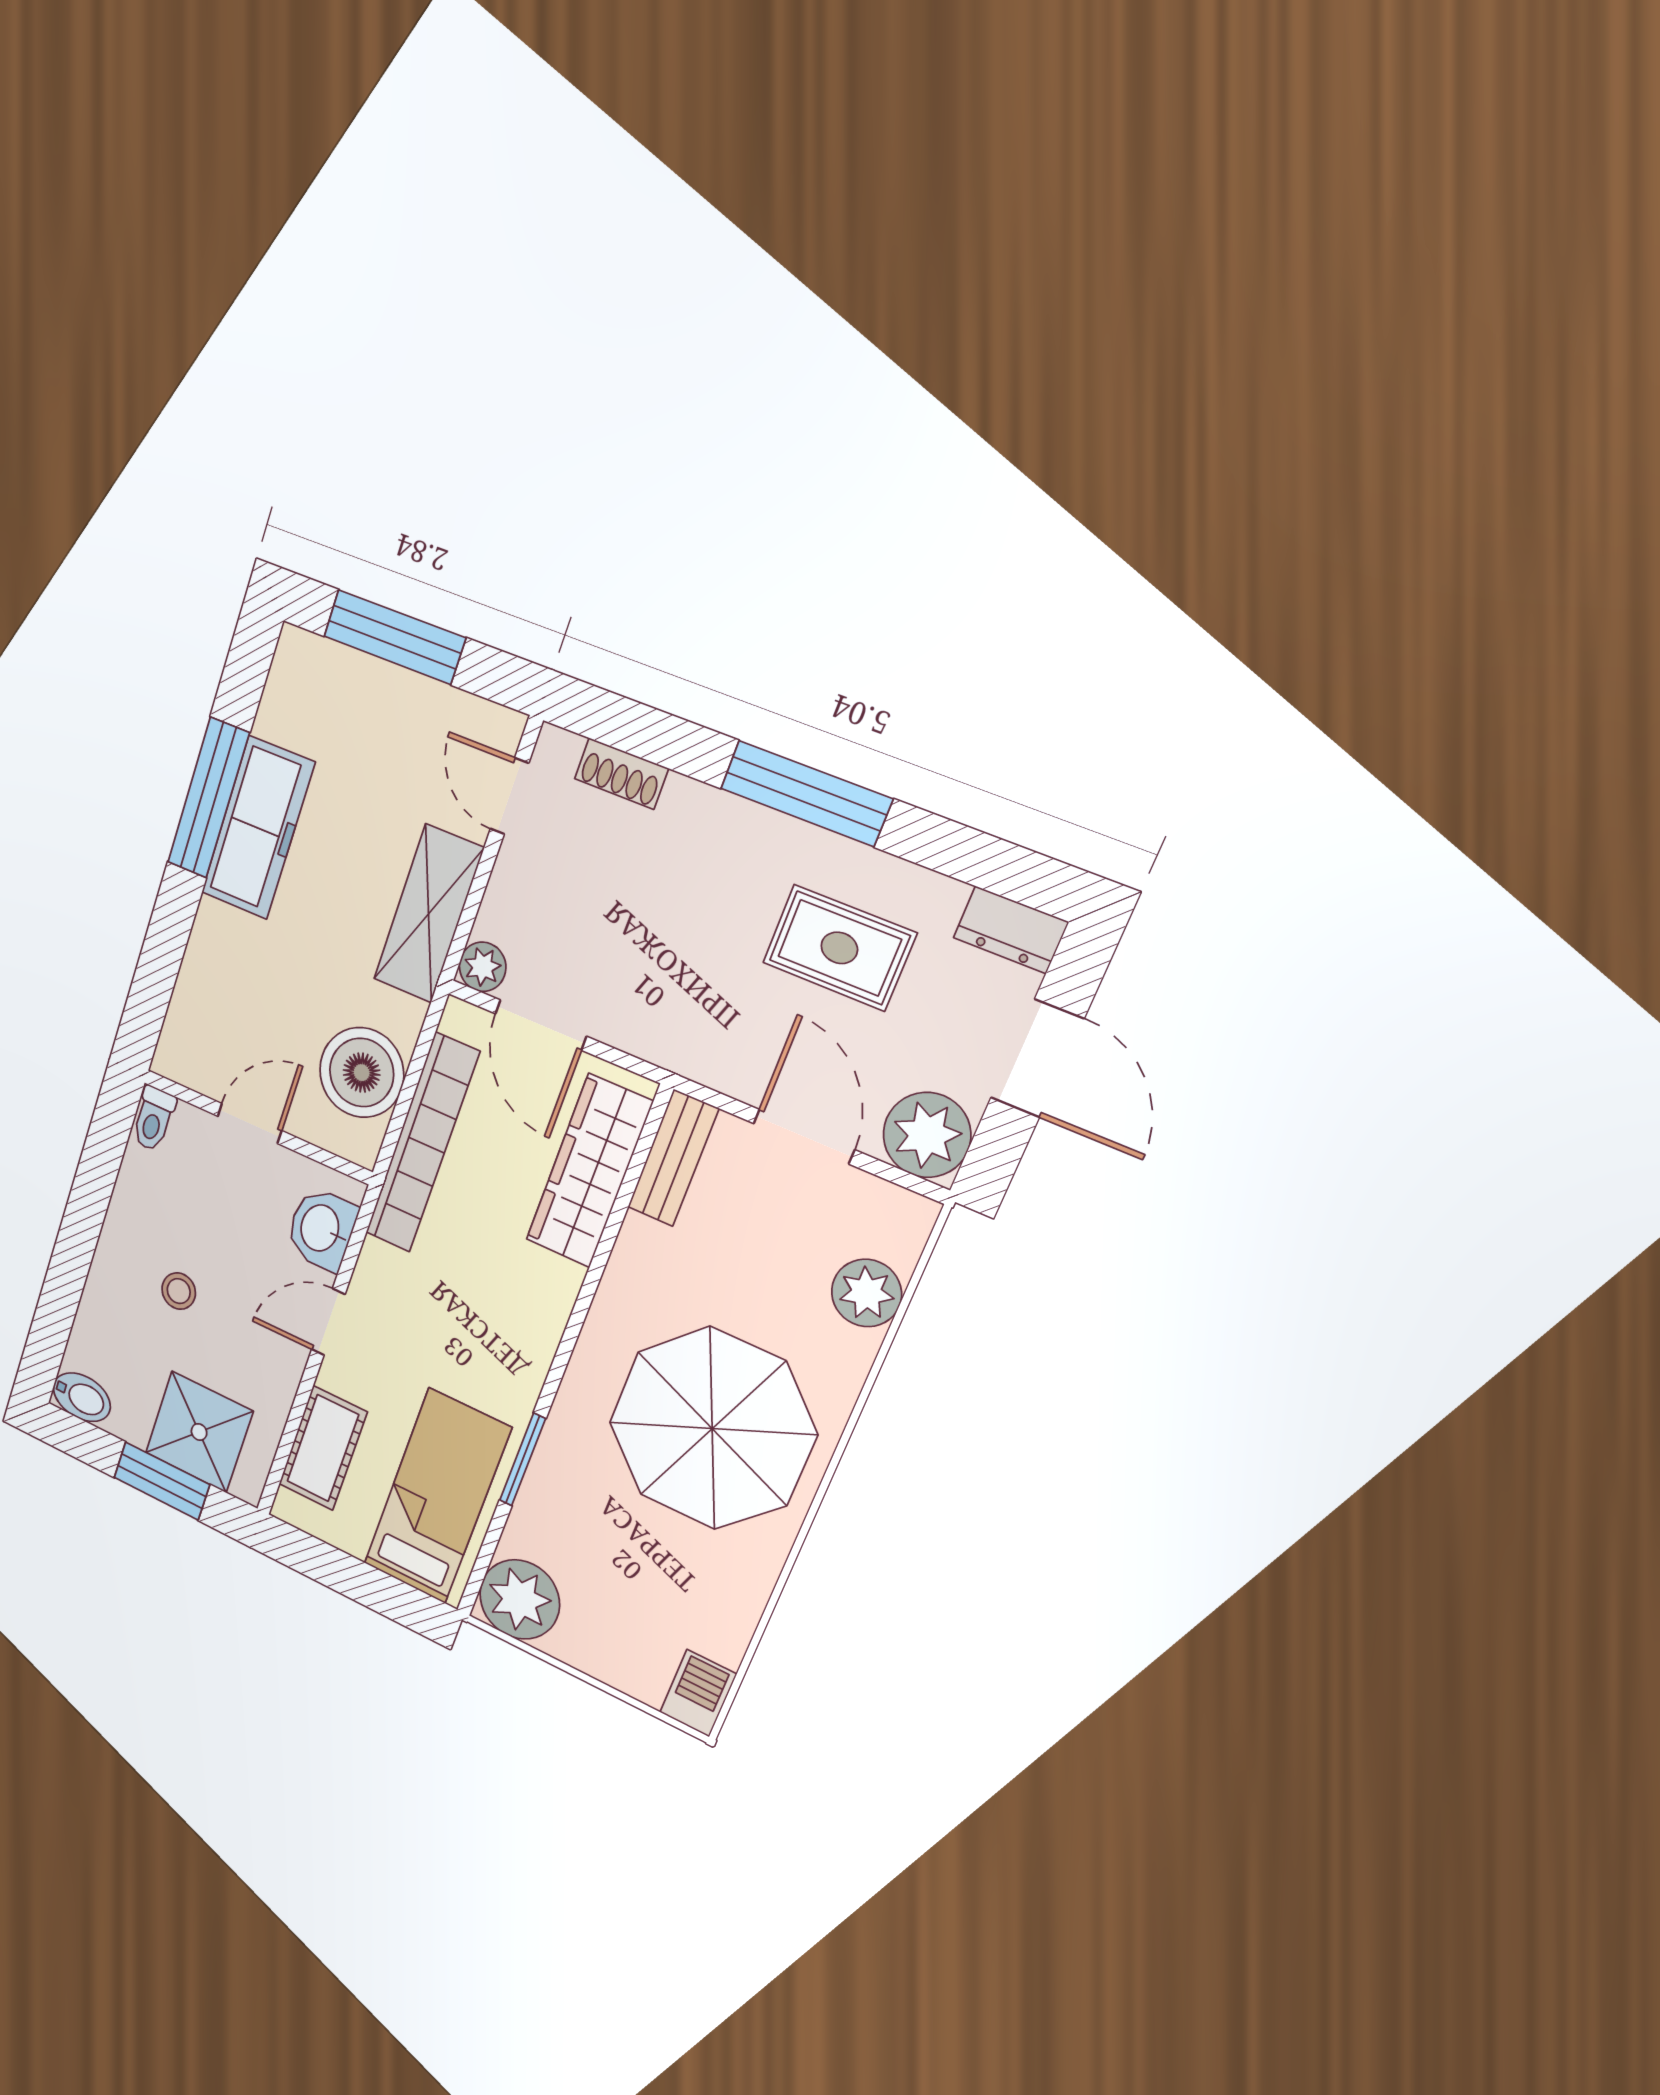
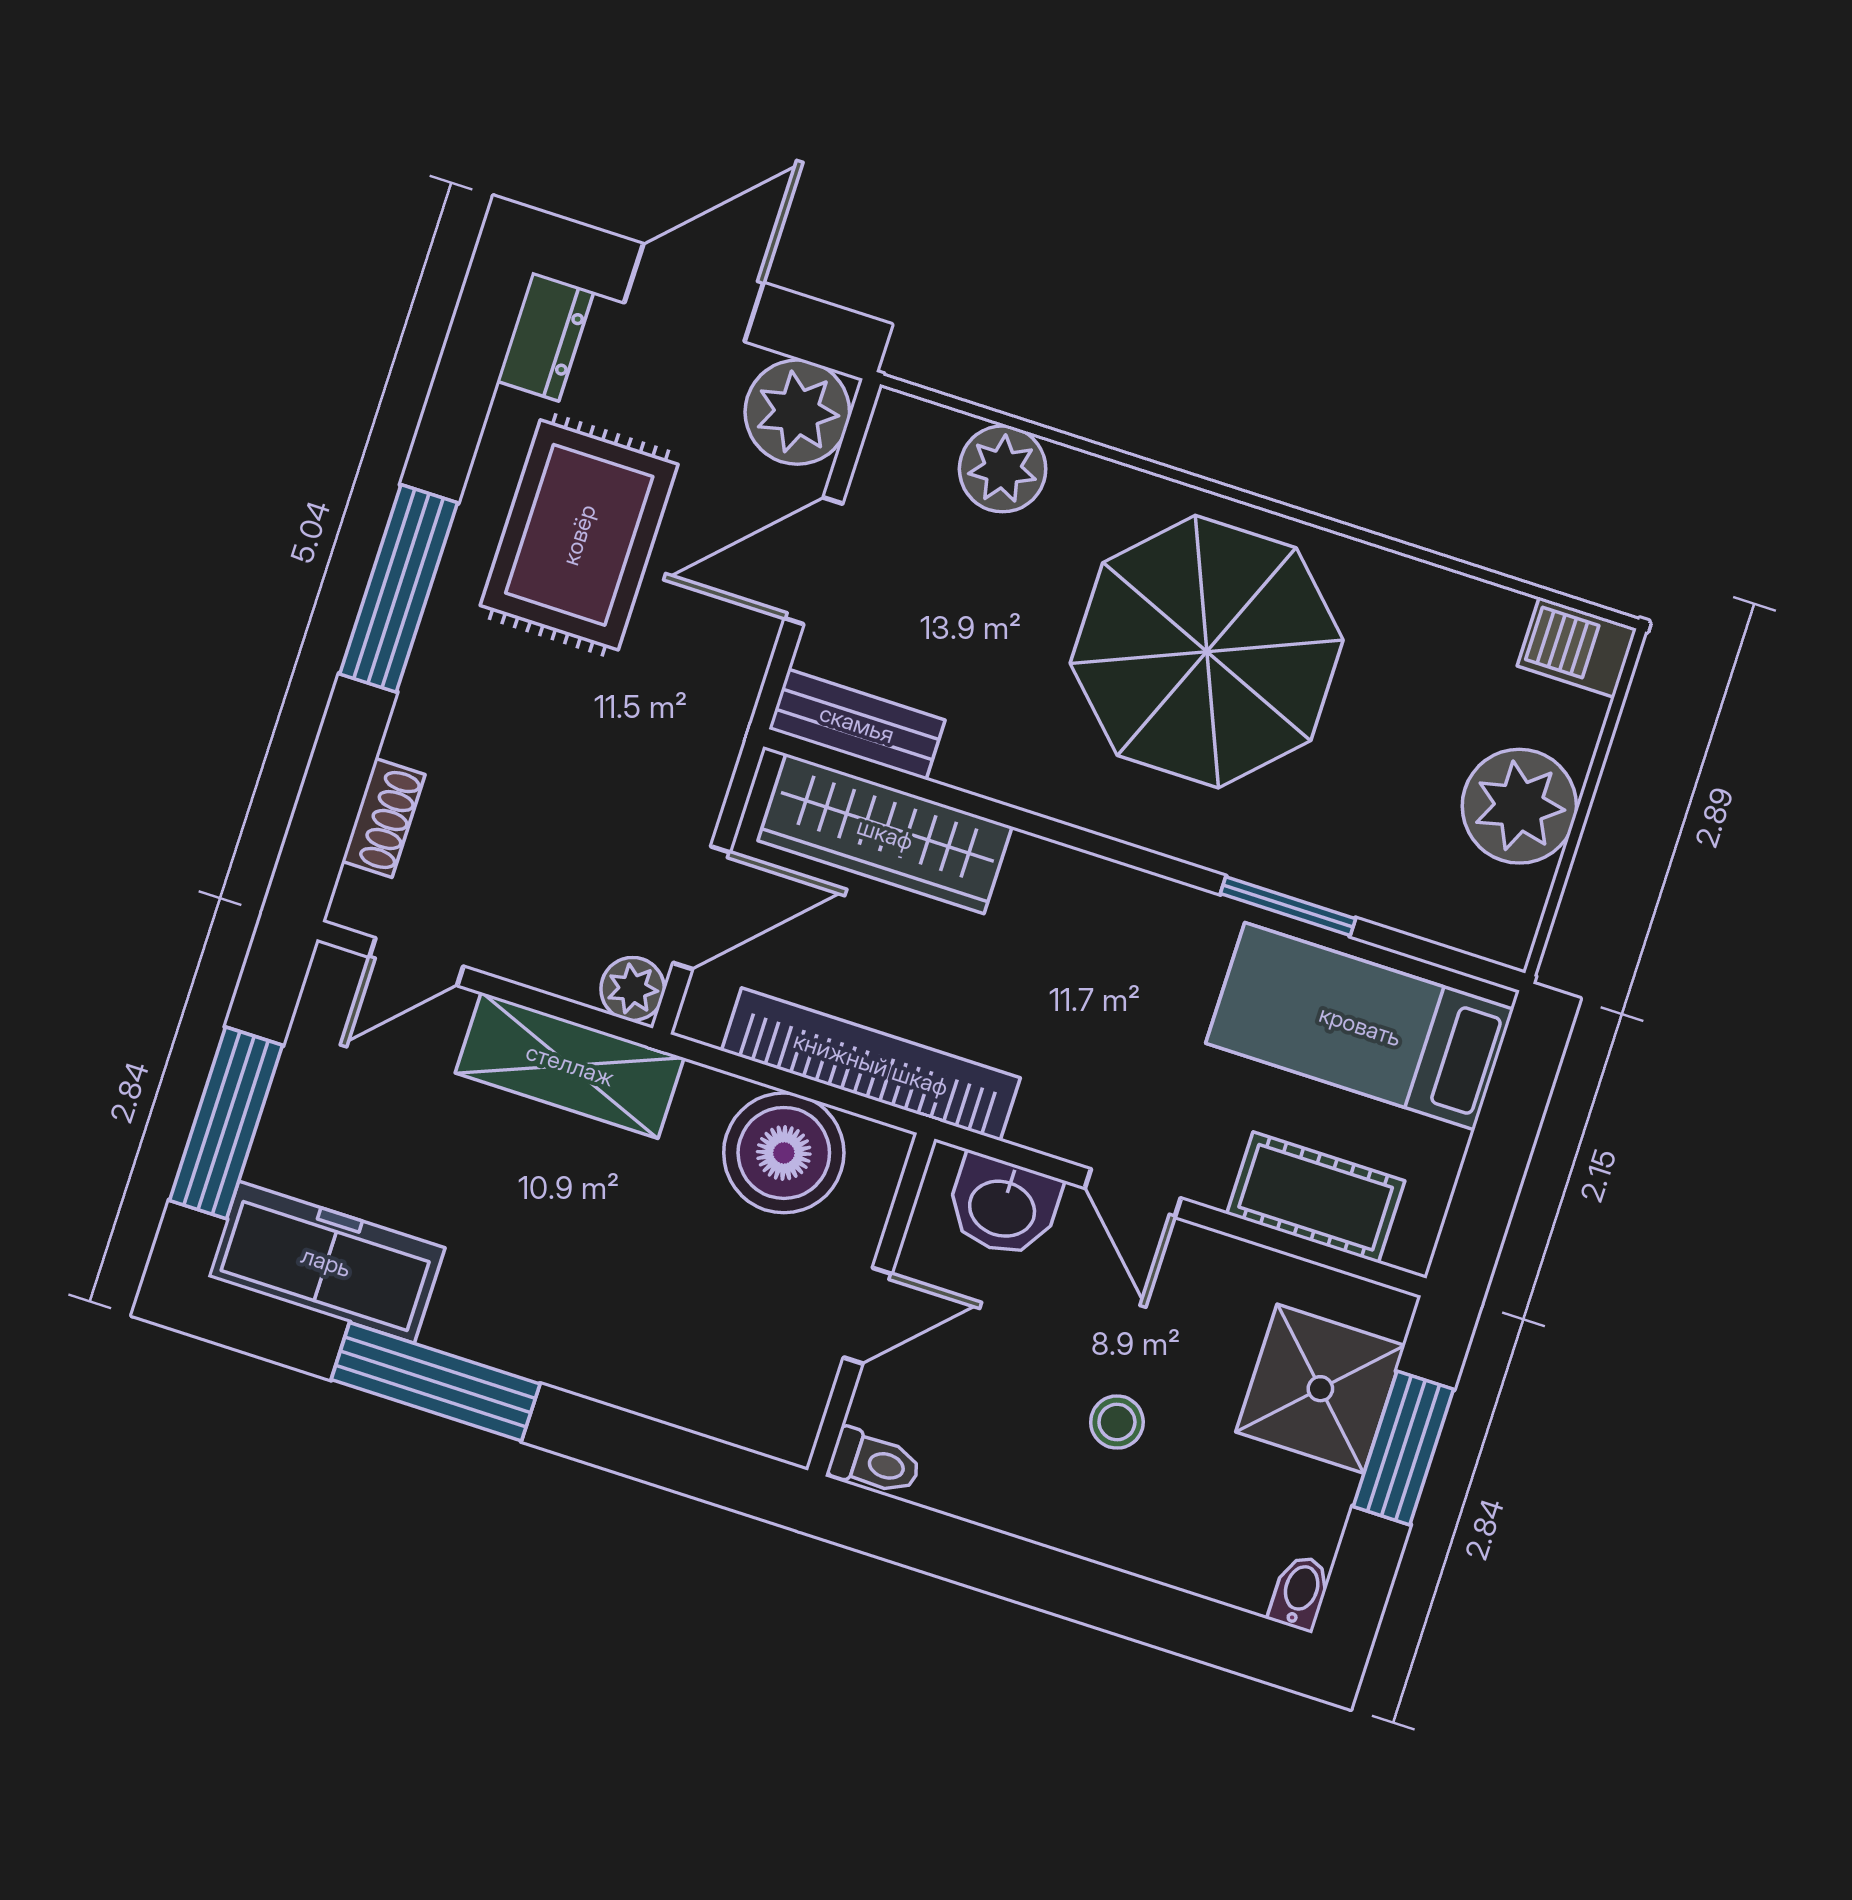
freezer: (258, 828) -> (326, 1262), moved
rug: (839, 948) -> (579, 535), width x1.36, depth x1.43
door: (250, 1123) -> (868, 1316), swing flipped
bidet: (82, 1397) -> (1300, 1593), width x0.72, depth x0.74
plant: (520, 1599) -> (1519, 806), moved

